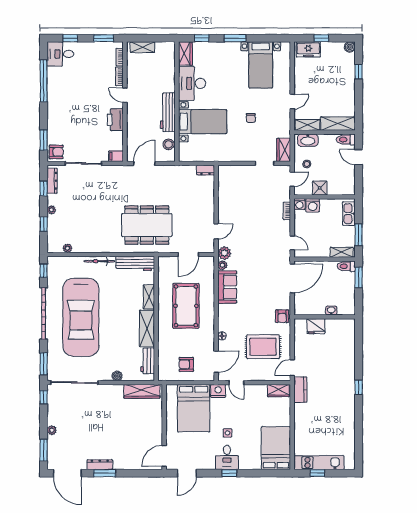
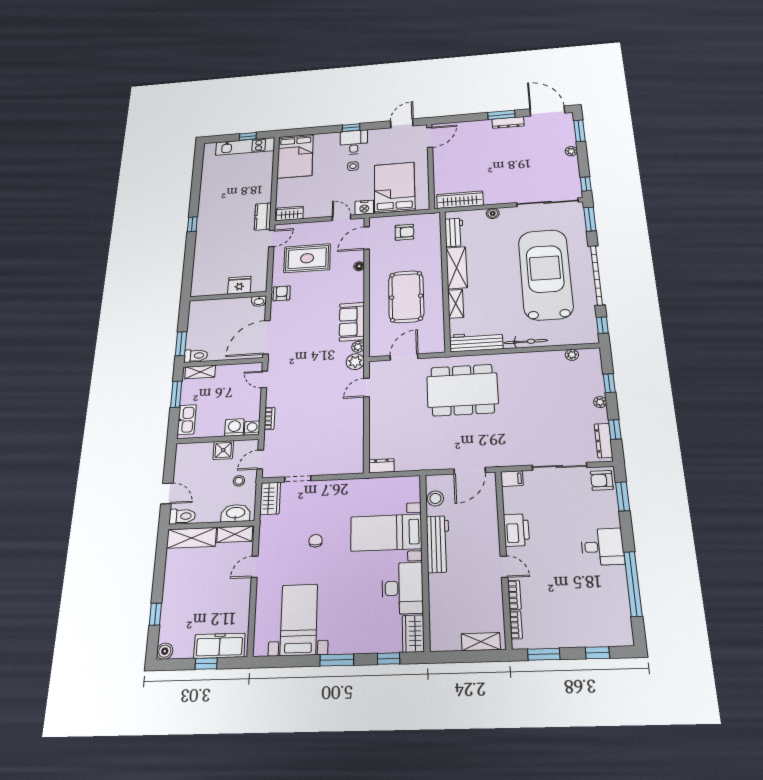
freezer: (308, 49) -> (219, 646), width x1.40
desk: (60, 54) -> (602, 547), moved
washbasin: (331, 310) -> (259, 301), moved

